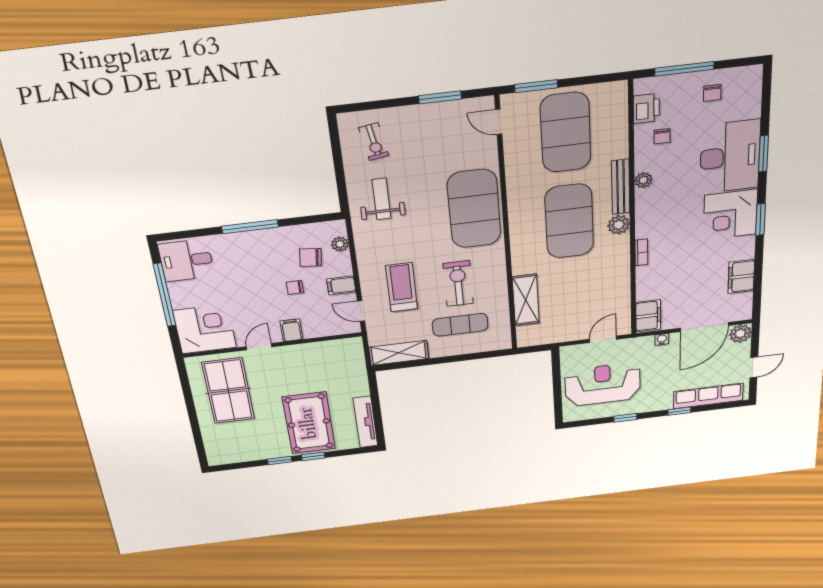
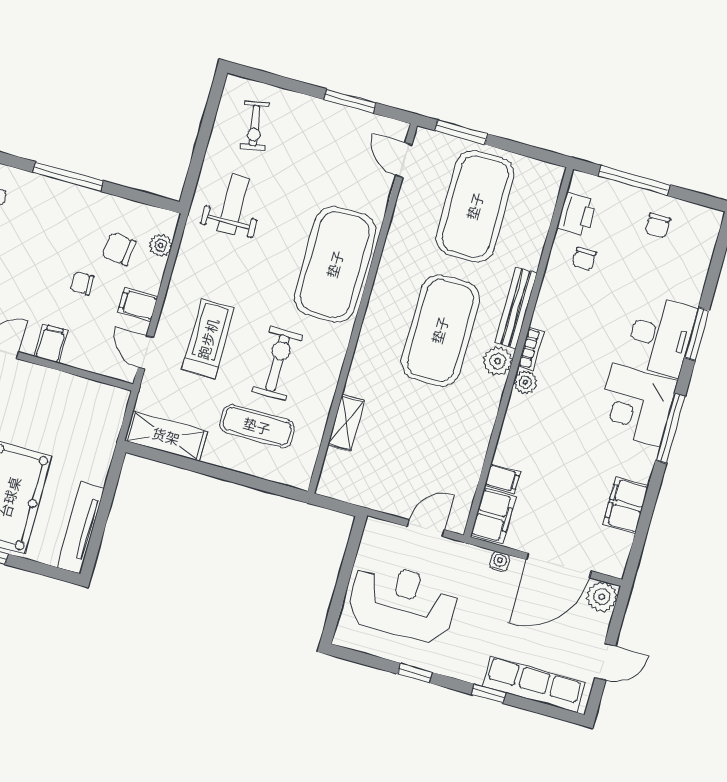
desk: (730, 157) -> (661, 336), width x0.73, depth x0.77
plant: (643, 180) -> (525, 382), moved
window: (761, 220) -> (670, 428), width x1.44
bookcase: (641, 252) -> (531, 349), moved
filing cabinet: (647, 293) -> (502, 479), added
shelving: (526, 300) -> (346, 423), width x0.67, depth x0.75

